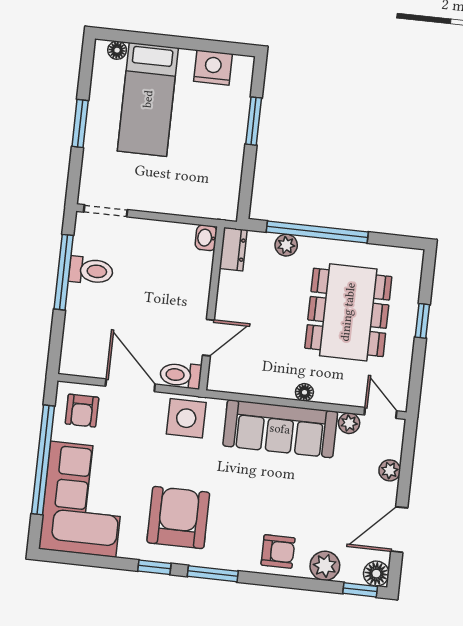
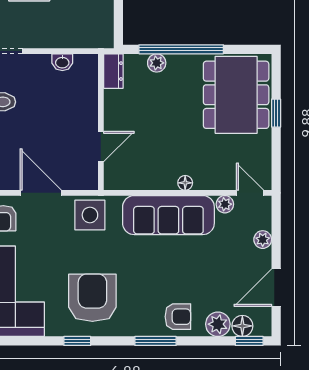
washbasin: (206, 238) -> (62, 62), moved, turned -90
dining table: (348, 312) -> (236, 95), moved
toilet: (181, 375) -> (81, 180), removed
window: (213, 574) -> (155, 341), moved
floor lamp: (376, 574) -> (242, 326), moved

